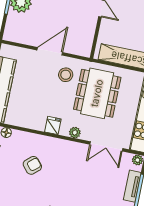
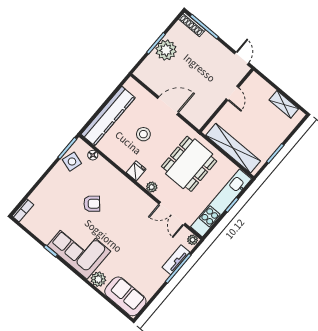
stool: (66, 75) -> (143, 134), moved
armchair: (32, 165) -> (92, 204), moved

